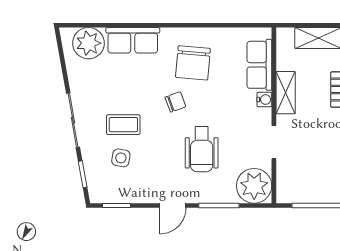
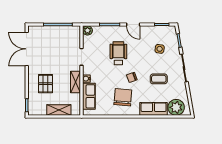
coffee table: (123, 125) -> (159, 79), moved
plant: (254, 186) -> (87, 30), width x0.53, depth x0.53
door: (173, 206) -> (133, 25), swing flipped

